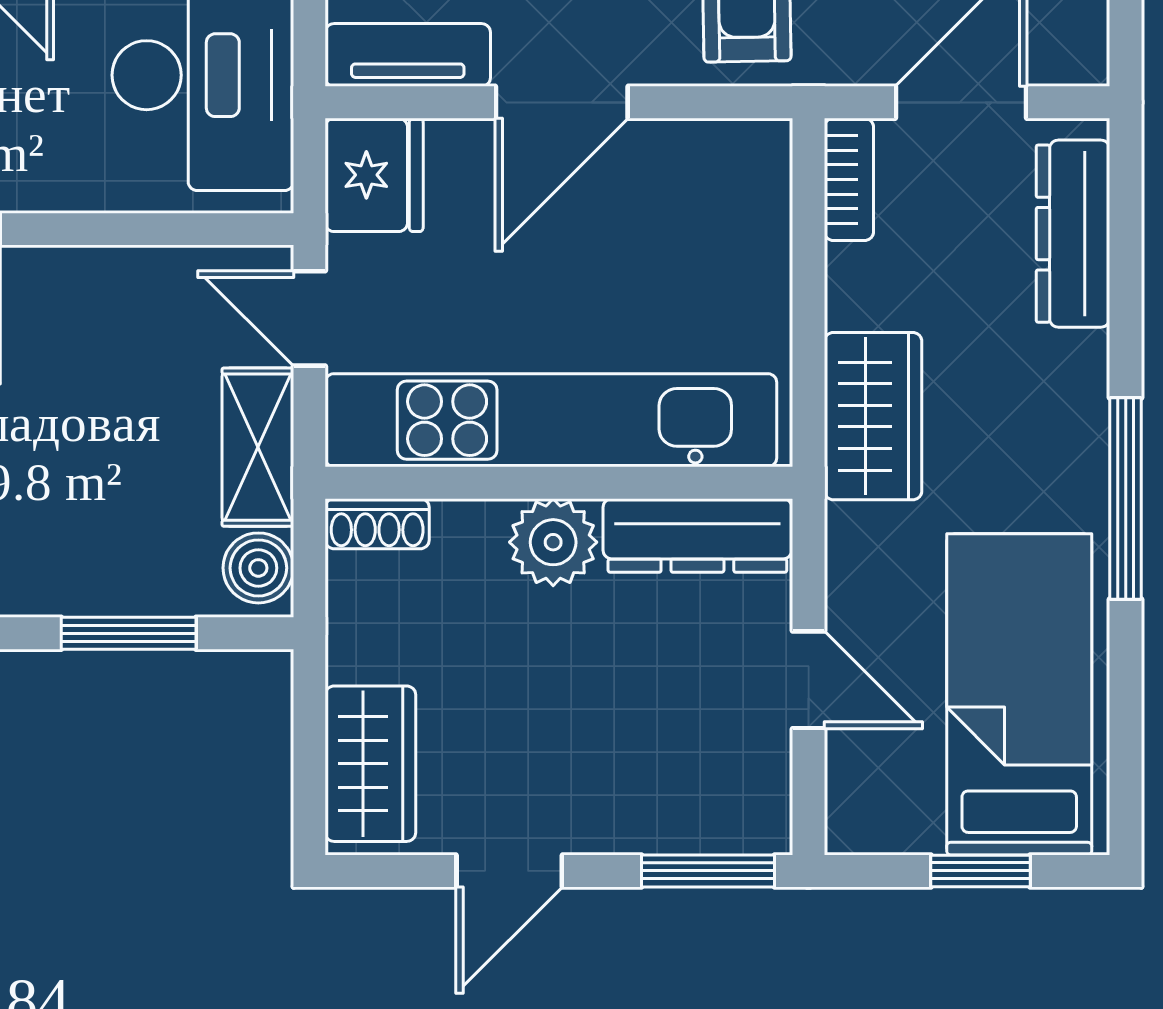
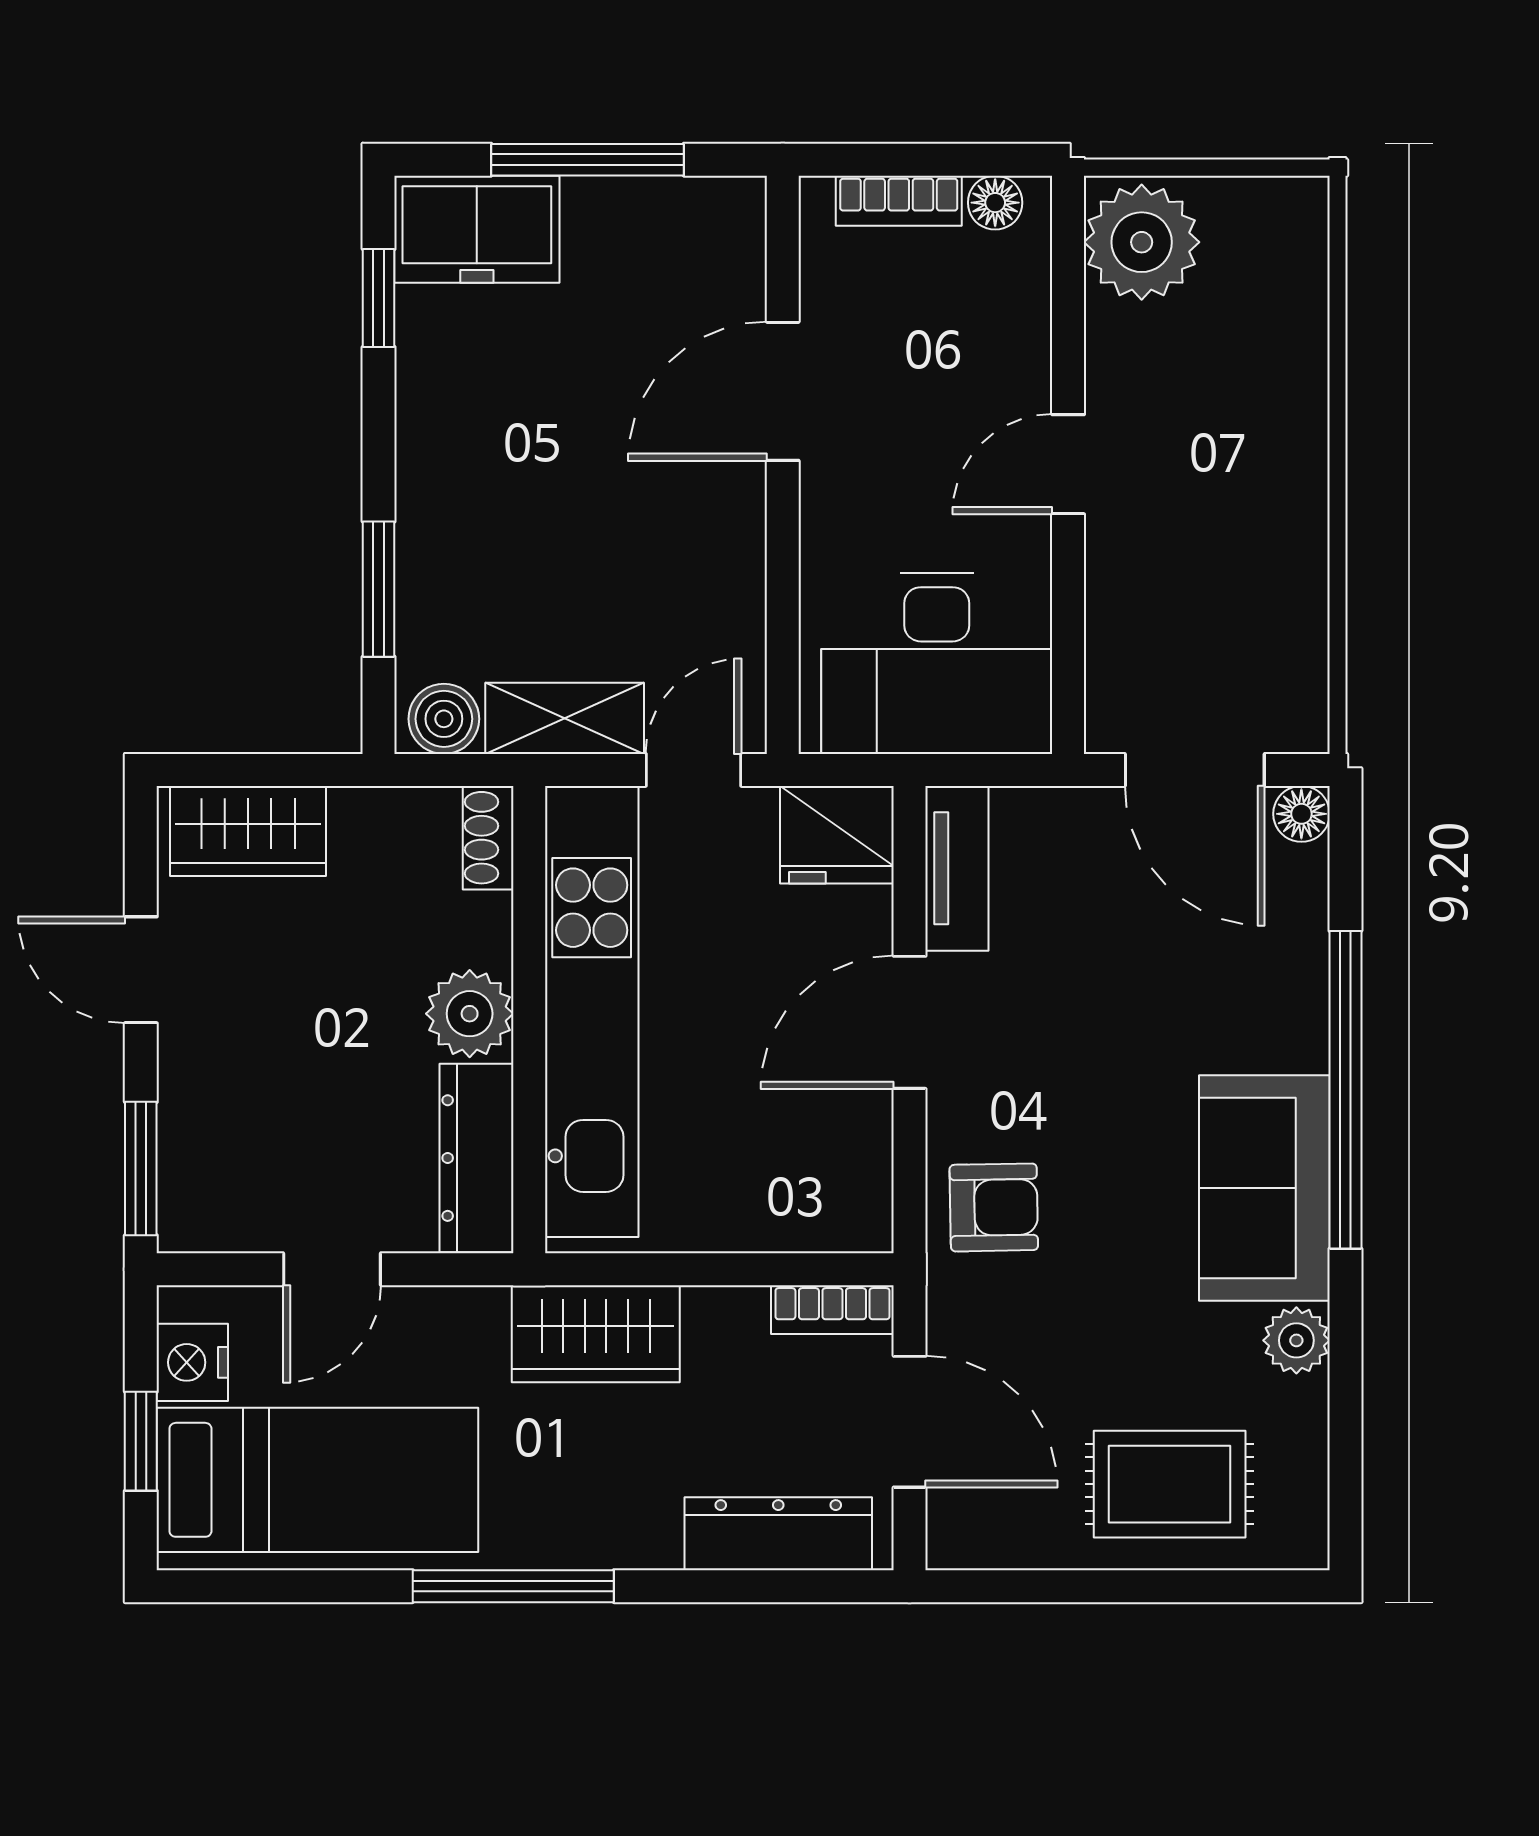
door: (562, 102) -> (910, 1022), hinge flipped
nightstand: (902, 819) -> (192, 1362), added

